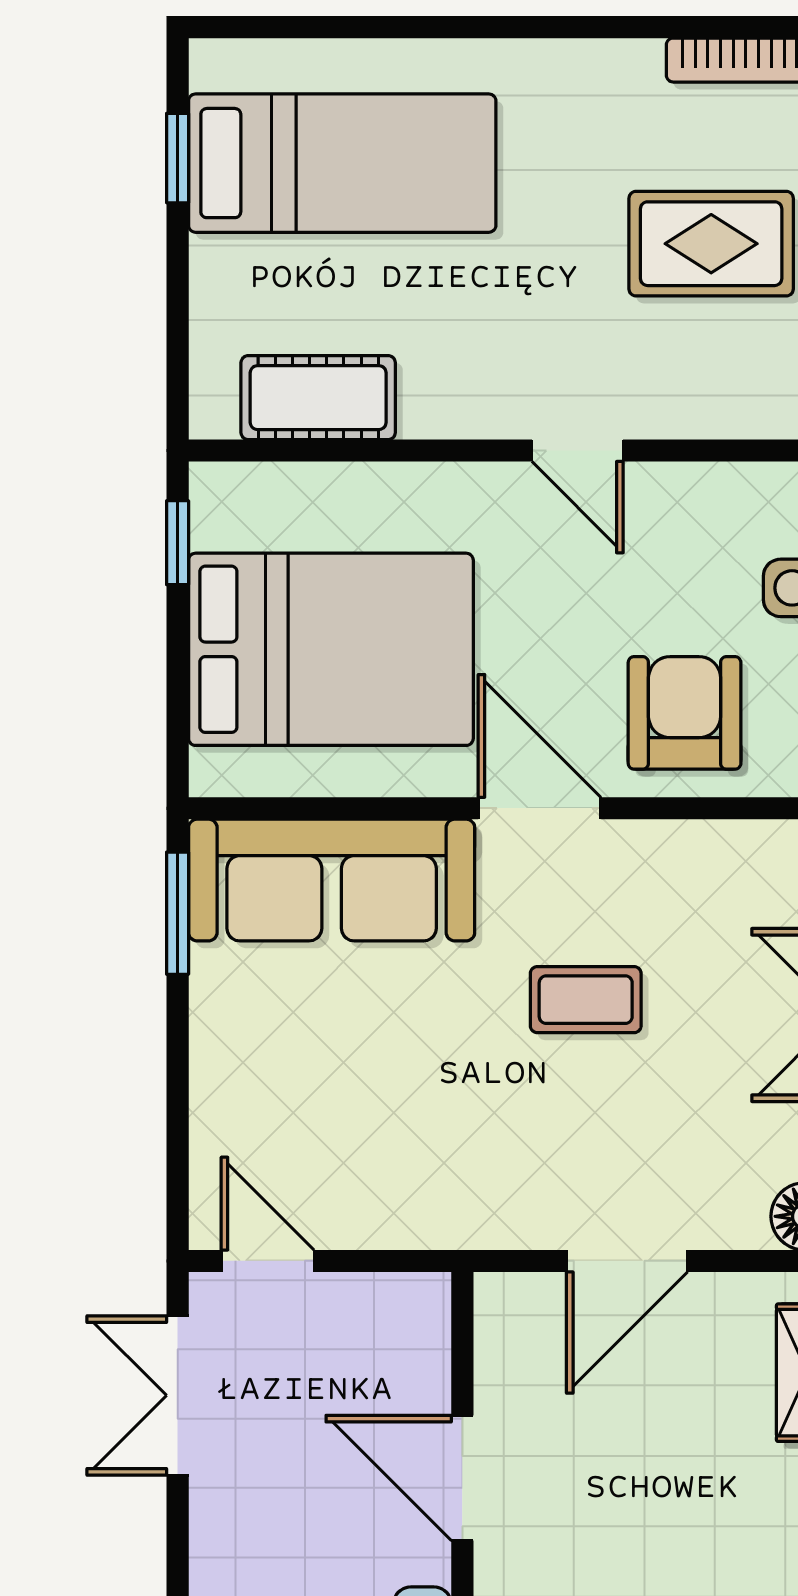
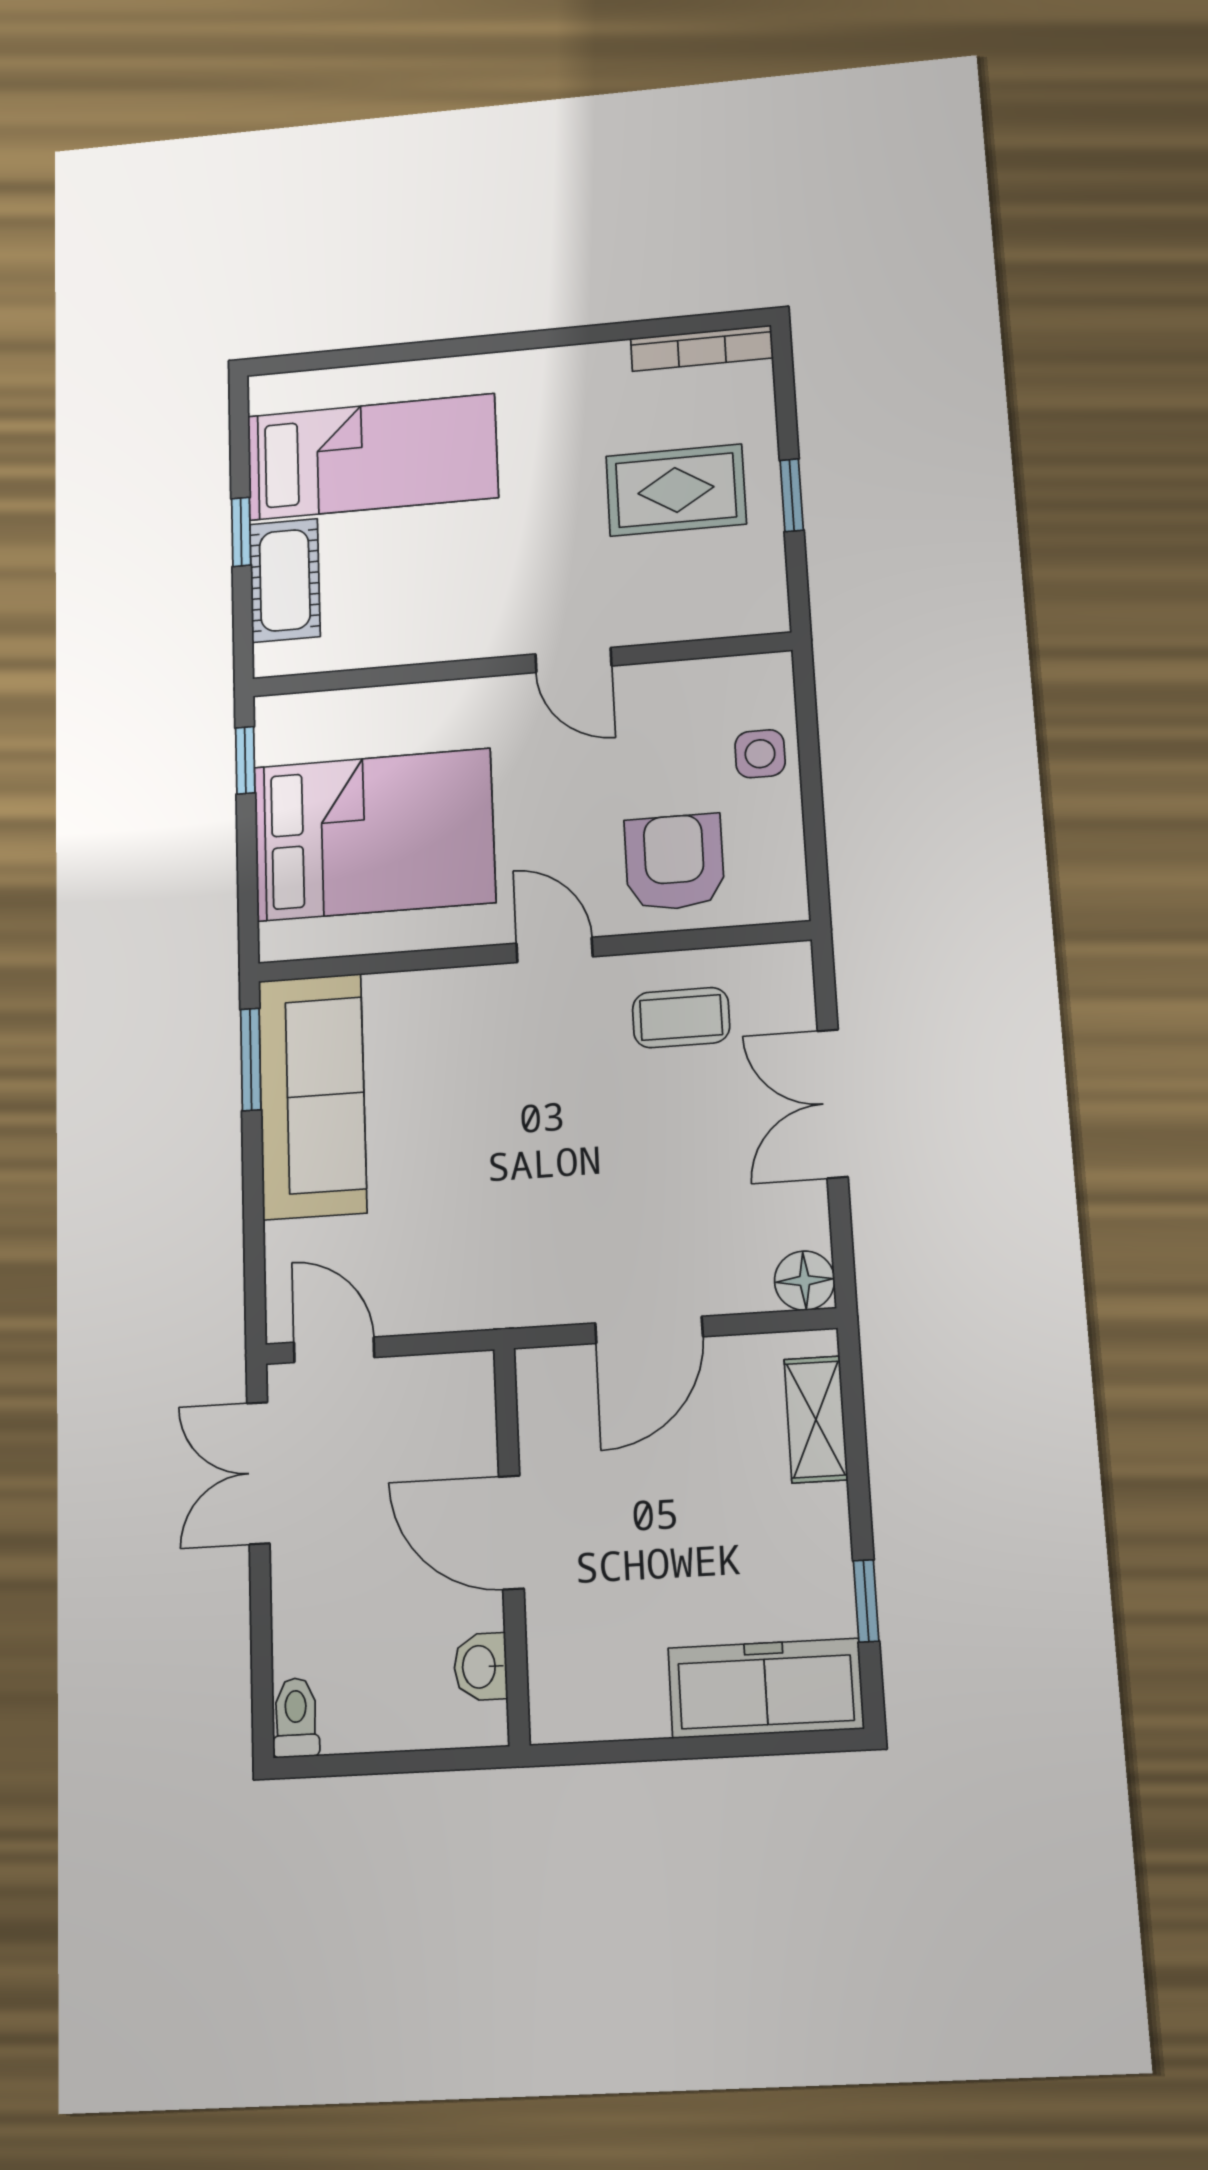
window: (178, 158) -> (241, 532), moved
cot: (318, 398) -> (285, 580), moved, turned 90
door: (540, 808) -> (555, 950), width x0.73
sofa: (332, 880) -> (312, 1096), moved, turned -90
coffee table: (586, 1000) -> (681, 1018), moved

